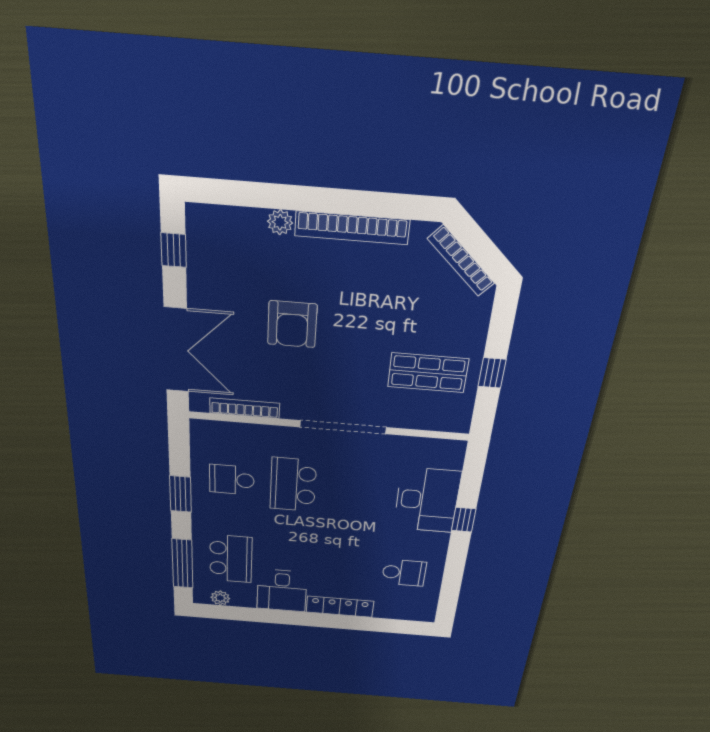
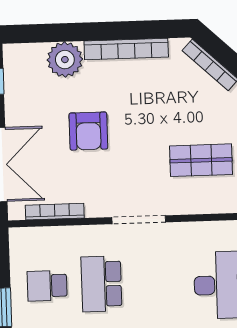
plant: (280, 222) -> (65, 60), width x1.88, depth x1.88
doorway: (343, 427) -> (139, 220), width x0.73

